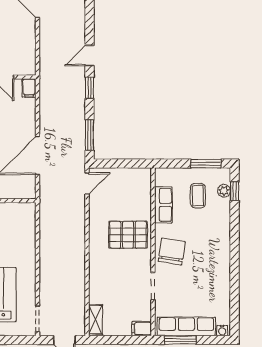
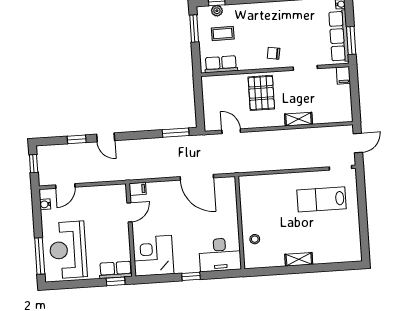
window: (89, 88) -> (77, 139), moved
door: (87, 183) -> (231, 131), moved
row of seats: (163, 205) -> (221, 64), moved
chair: (172, 252) -> (274, 53), width x0.54, depth x0.54
shelving: (96, 320) -> (299, 119), moved

